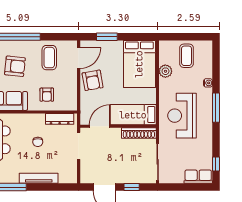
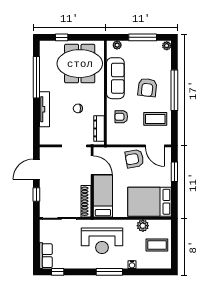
reception desk: (182, 116) -> (102, 241), turned 180

